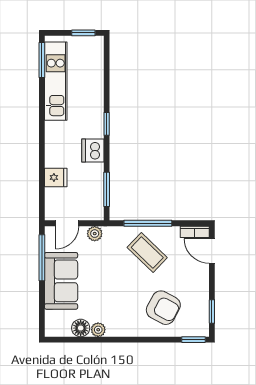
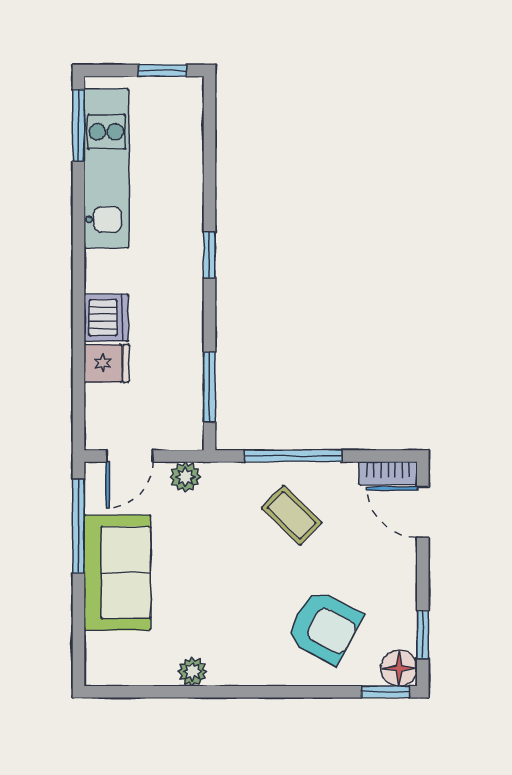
dishwasher: (93, 151) -> (106, 318), moved, turned 180
coffee table: (147, 253) -> (292, 515), width x0.73, depth x0.77
floor lamp: (81, 328) -> (399, 668), moved

